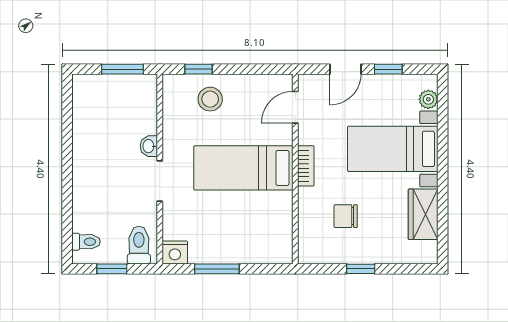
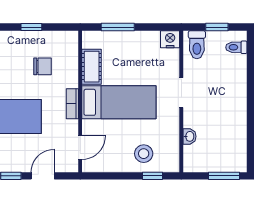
window: (122, 69) -> (224, 176), moved
washbasin: (149, 146) -> (189, 136), moved
cot: (280, 216) -> (92, 67), added
window: (217, 269) -> (118, 27), moved

